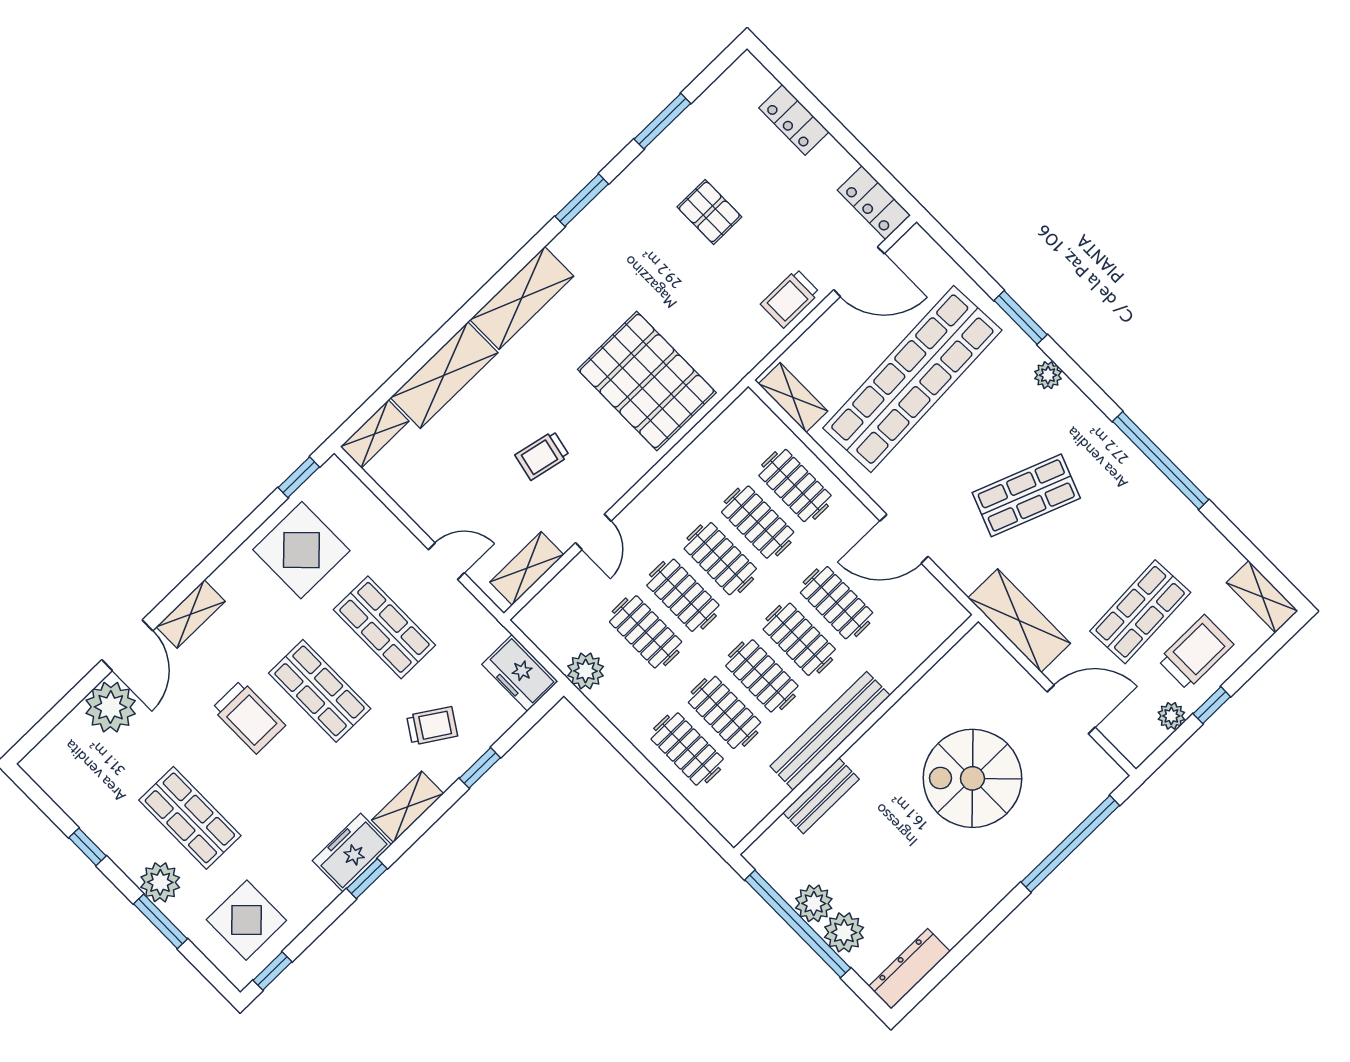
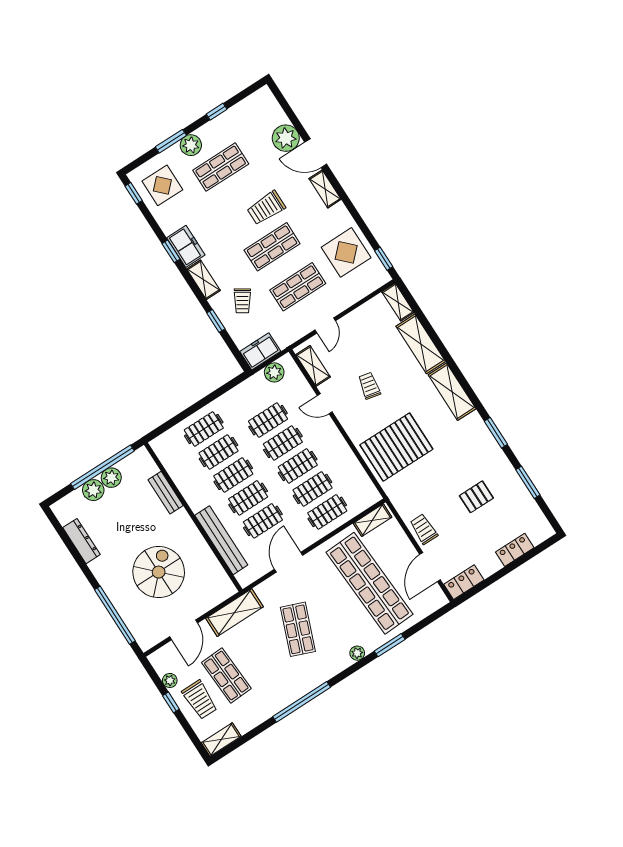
plant: (586, 671) -> (274, 372), moved
bench: (830, 731) -> (221, 540), moved
dresser: (909, 969) -> (81, 541), moved

